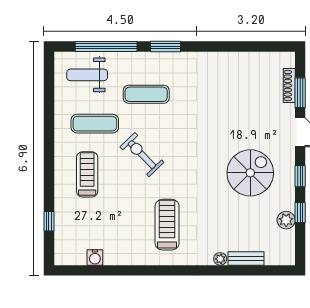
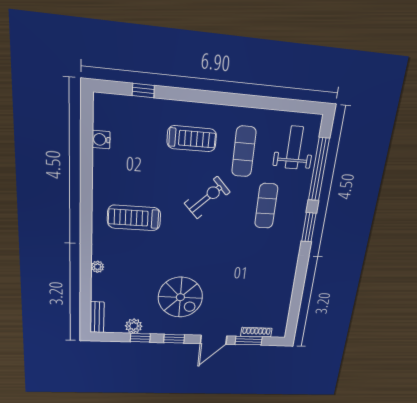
treadmill: (167, 225) -> (134, 218), turned 180
bench: (246, 258) -> (97, 317), moved

